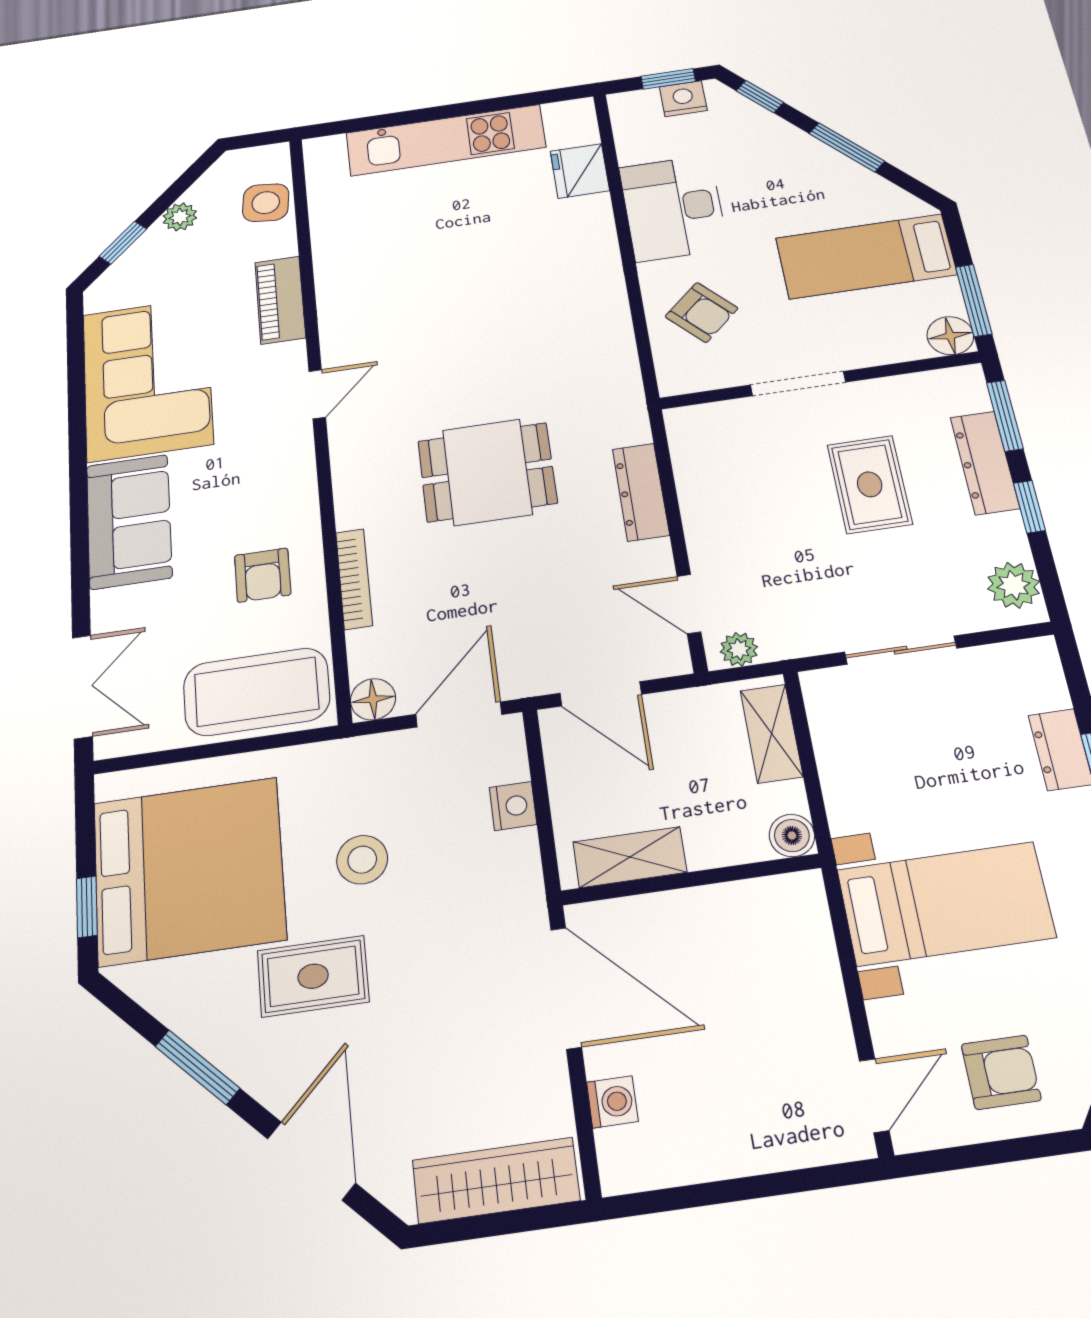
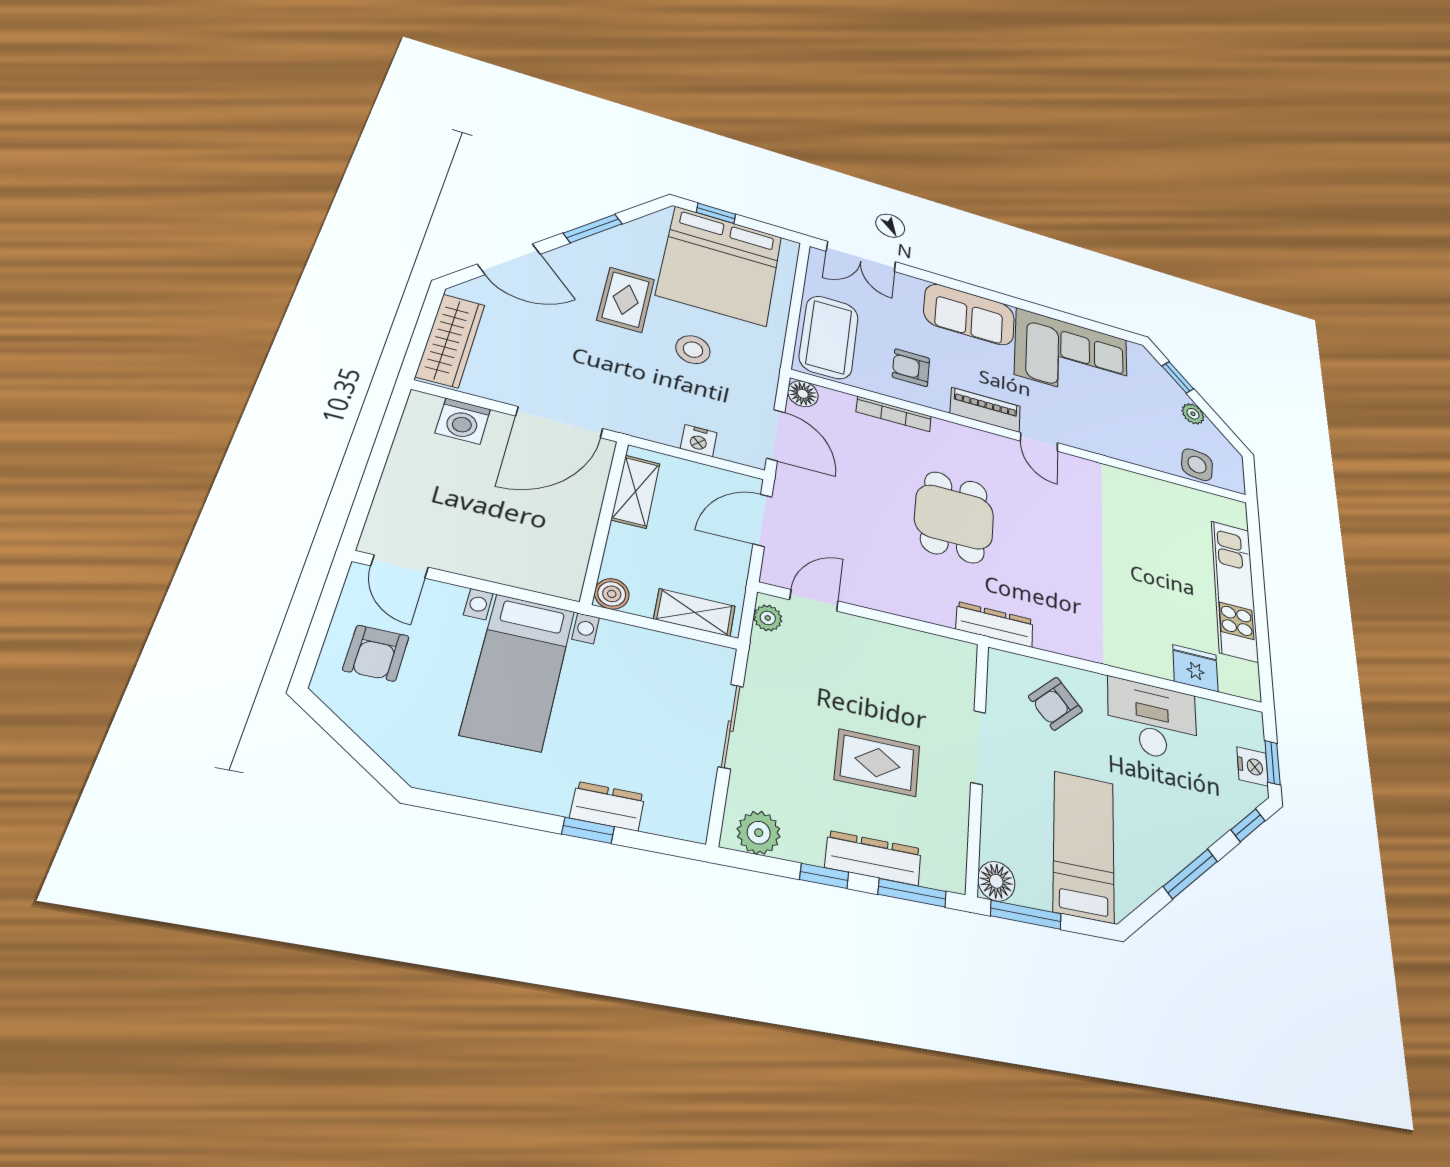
piano: (280, 300) -> (985, 410), moved
dresser: (641, 492) -> (995, 624), moved
washing machine: (612, 1102) -> (463, 421), width x1.38, depth x1.38

